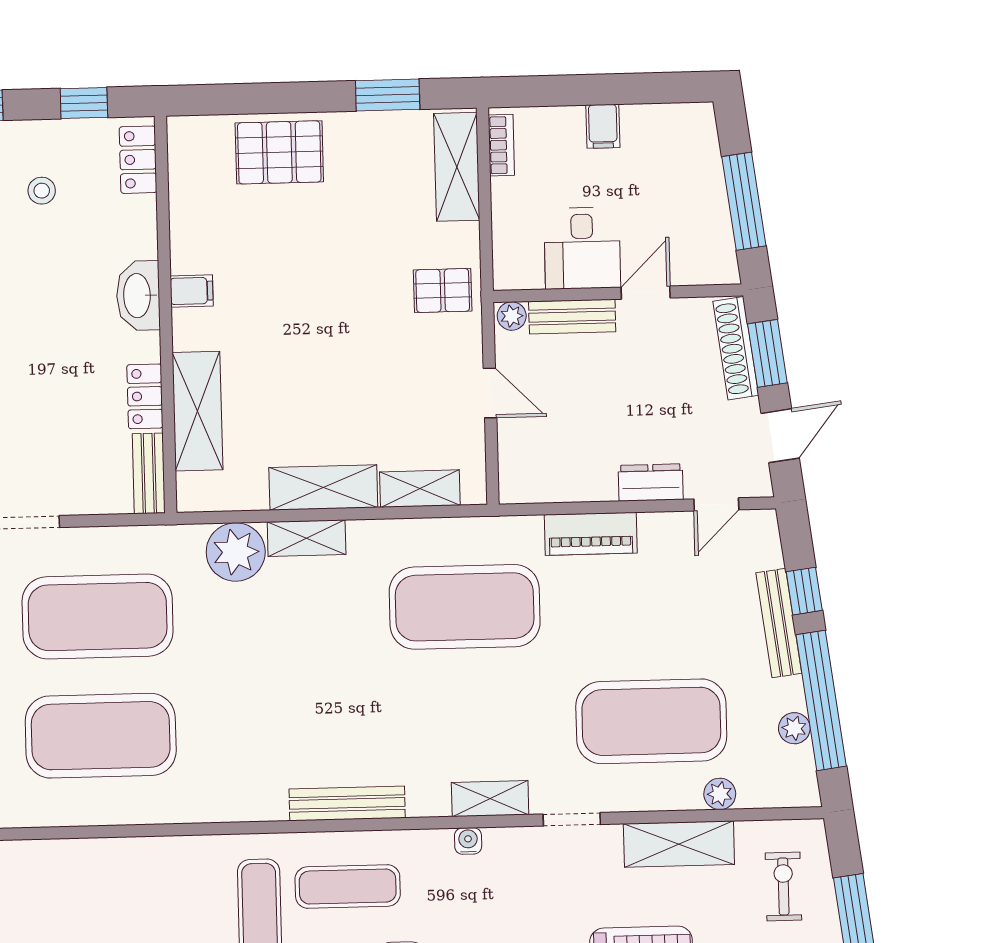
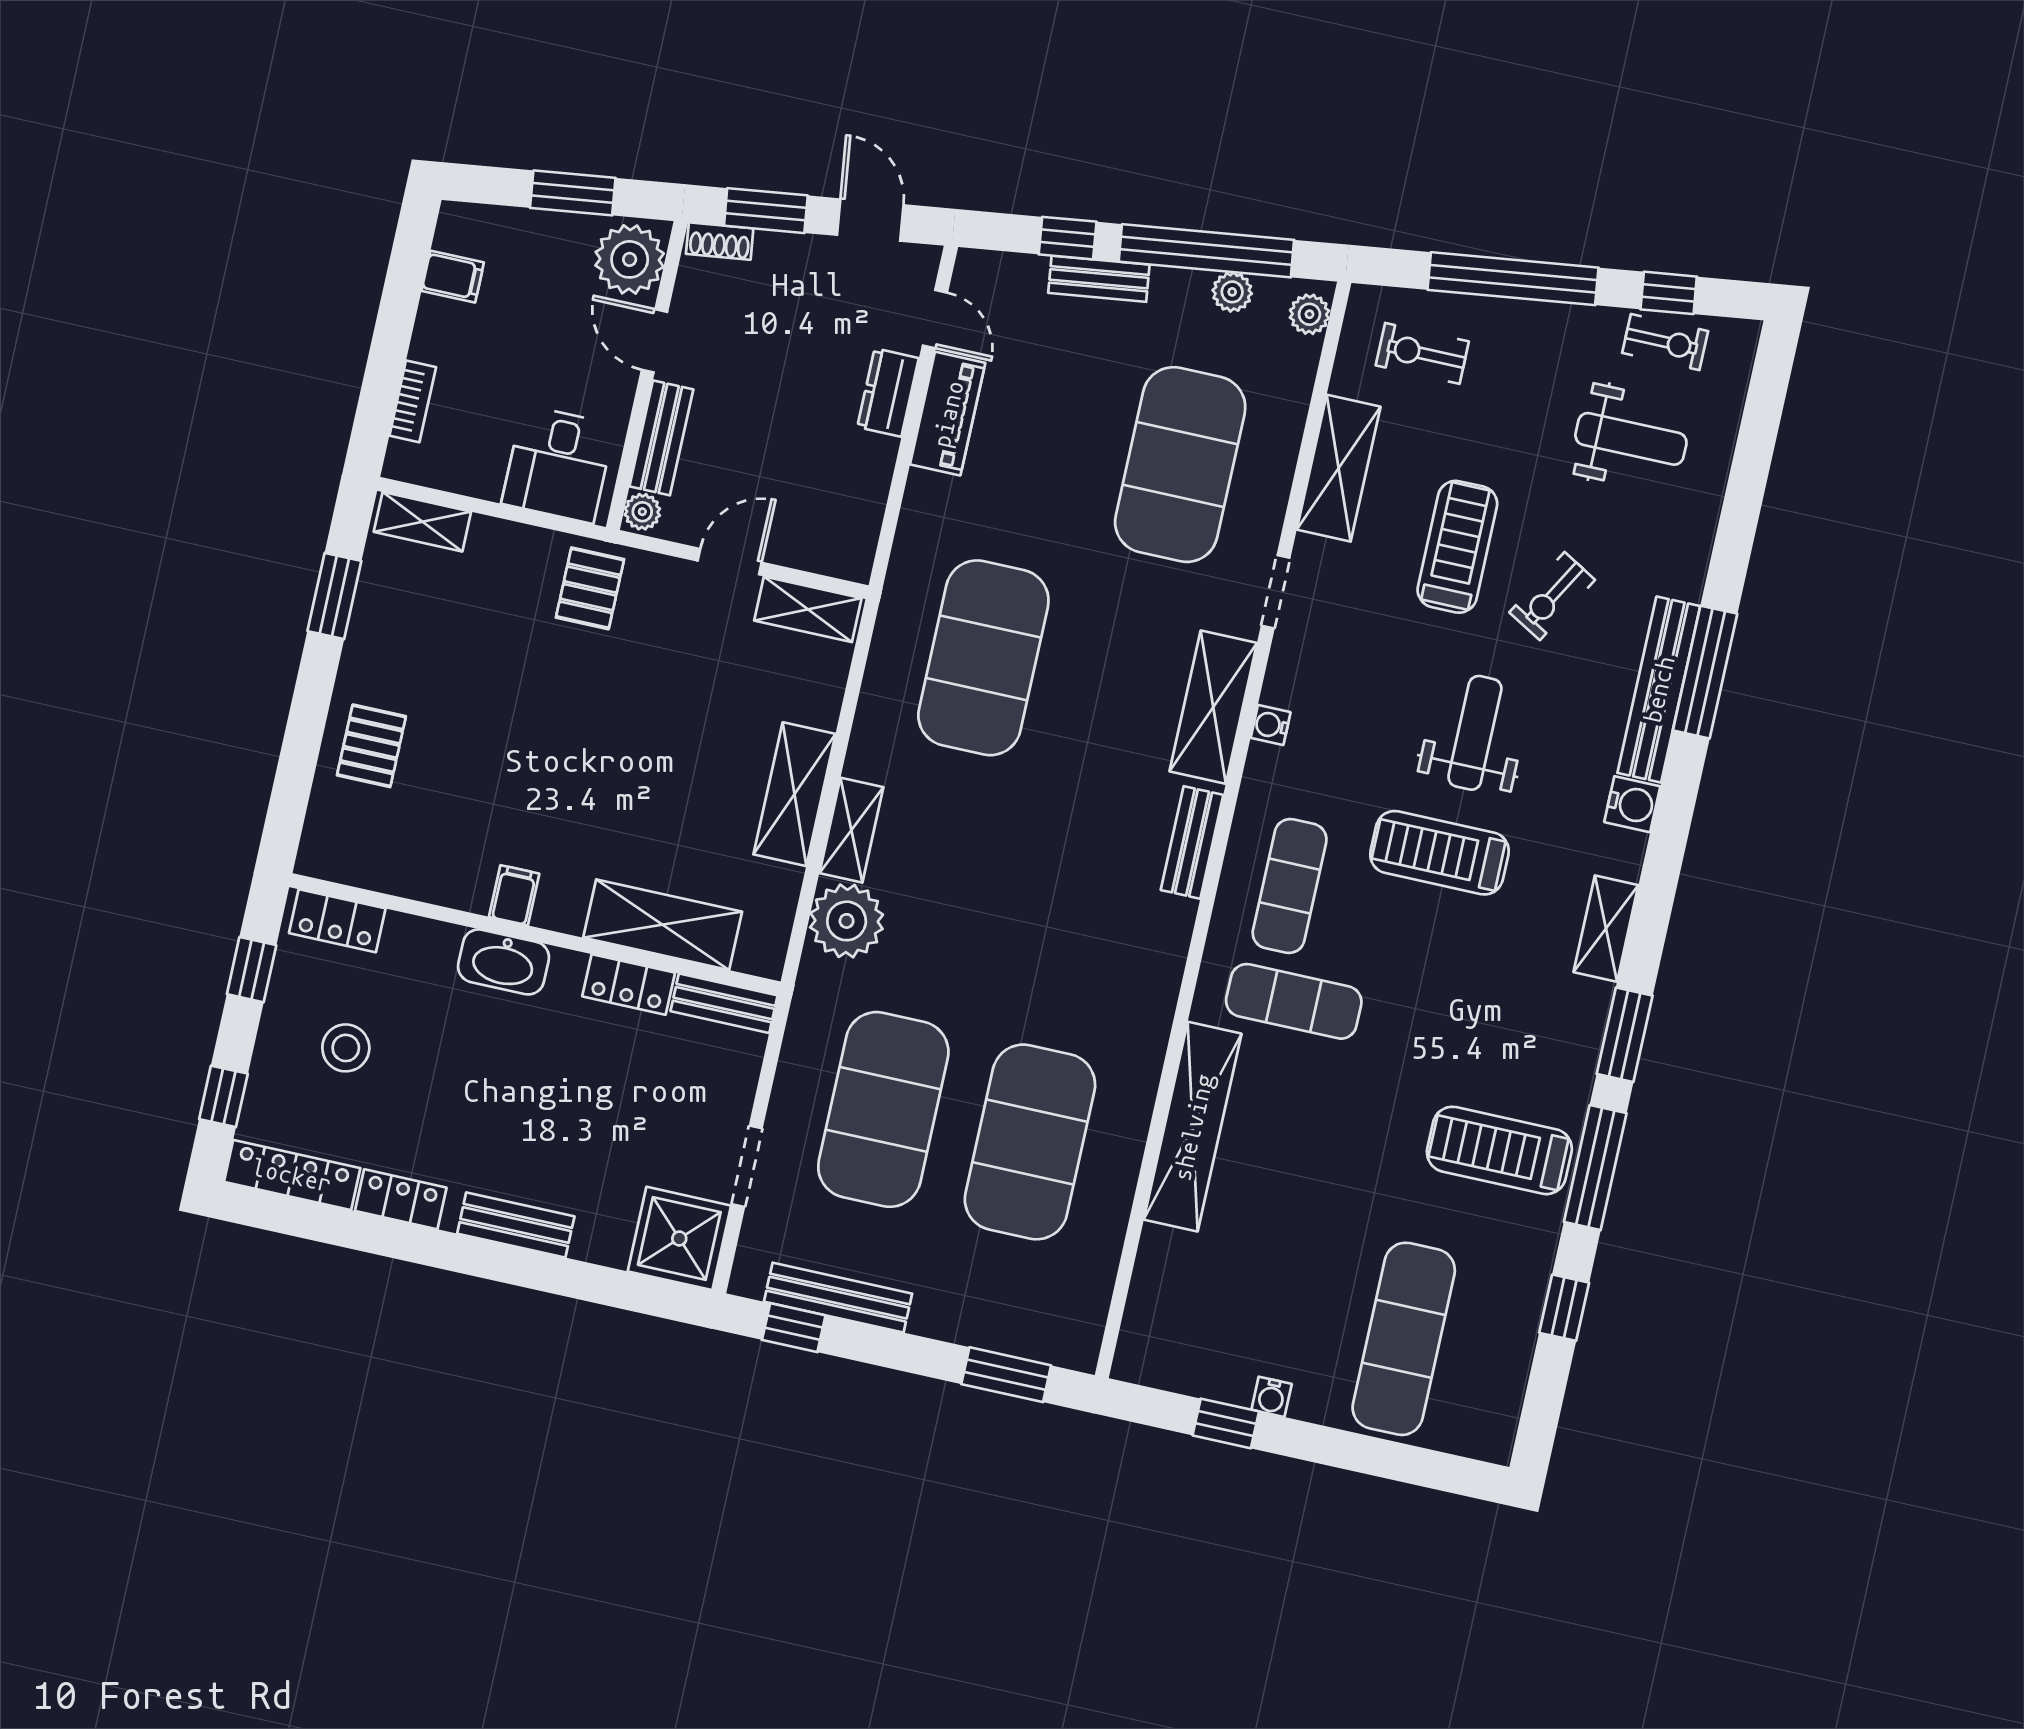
filing cabinet: (603, 126) -> (453, 277), moved
bookcase: (501, 145) -> (413, 401), moved, turned 90
pallet: (279, 152) -> (371, 746), width x0.67, depth x0.71
shelving: (457, 167) -> (422, 522), width x0.67, depth x0.75
stool: (42, 191) -> (346, 1048), width x1.37, depth x1.37
window: (744, 201) -> (573, 193), width x0.69
desk: (582, 248) -> (558, 464), moved, turned 90
plant: (704, 258) -> (630, 259), added
shoe rack: (736, 348) -> (720, 241), width x0.51, depth x0.81
shelving: (420, 489) -> (808, 609), moved, turned 90
piano: (591, 534) -> (948, 414), moved
bench: (779, 623) -> (1099, 279), width x0.73
plant: (720, 794) -> (1309, 314), moved
shelving: (490, 799) -> (1213, 707), width x1.50, depth x1.33
bench: (347, 803) -> (1192, 842), width x0.73
shelving: (144, 858) -> (1193, 1127), added

